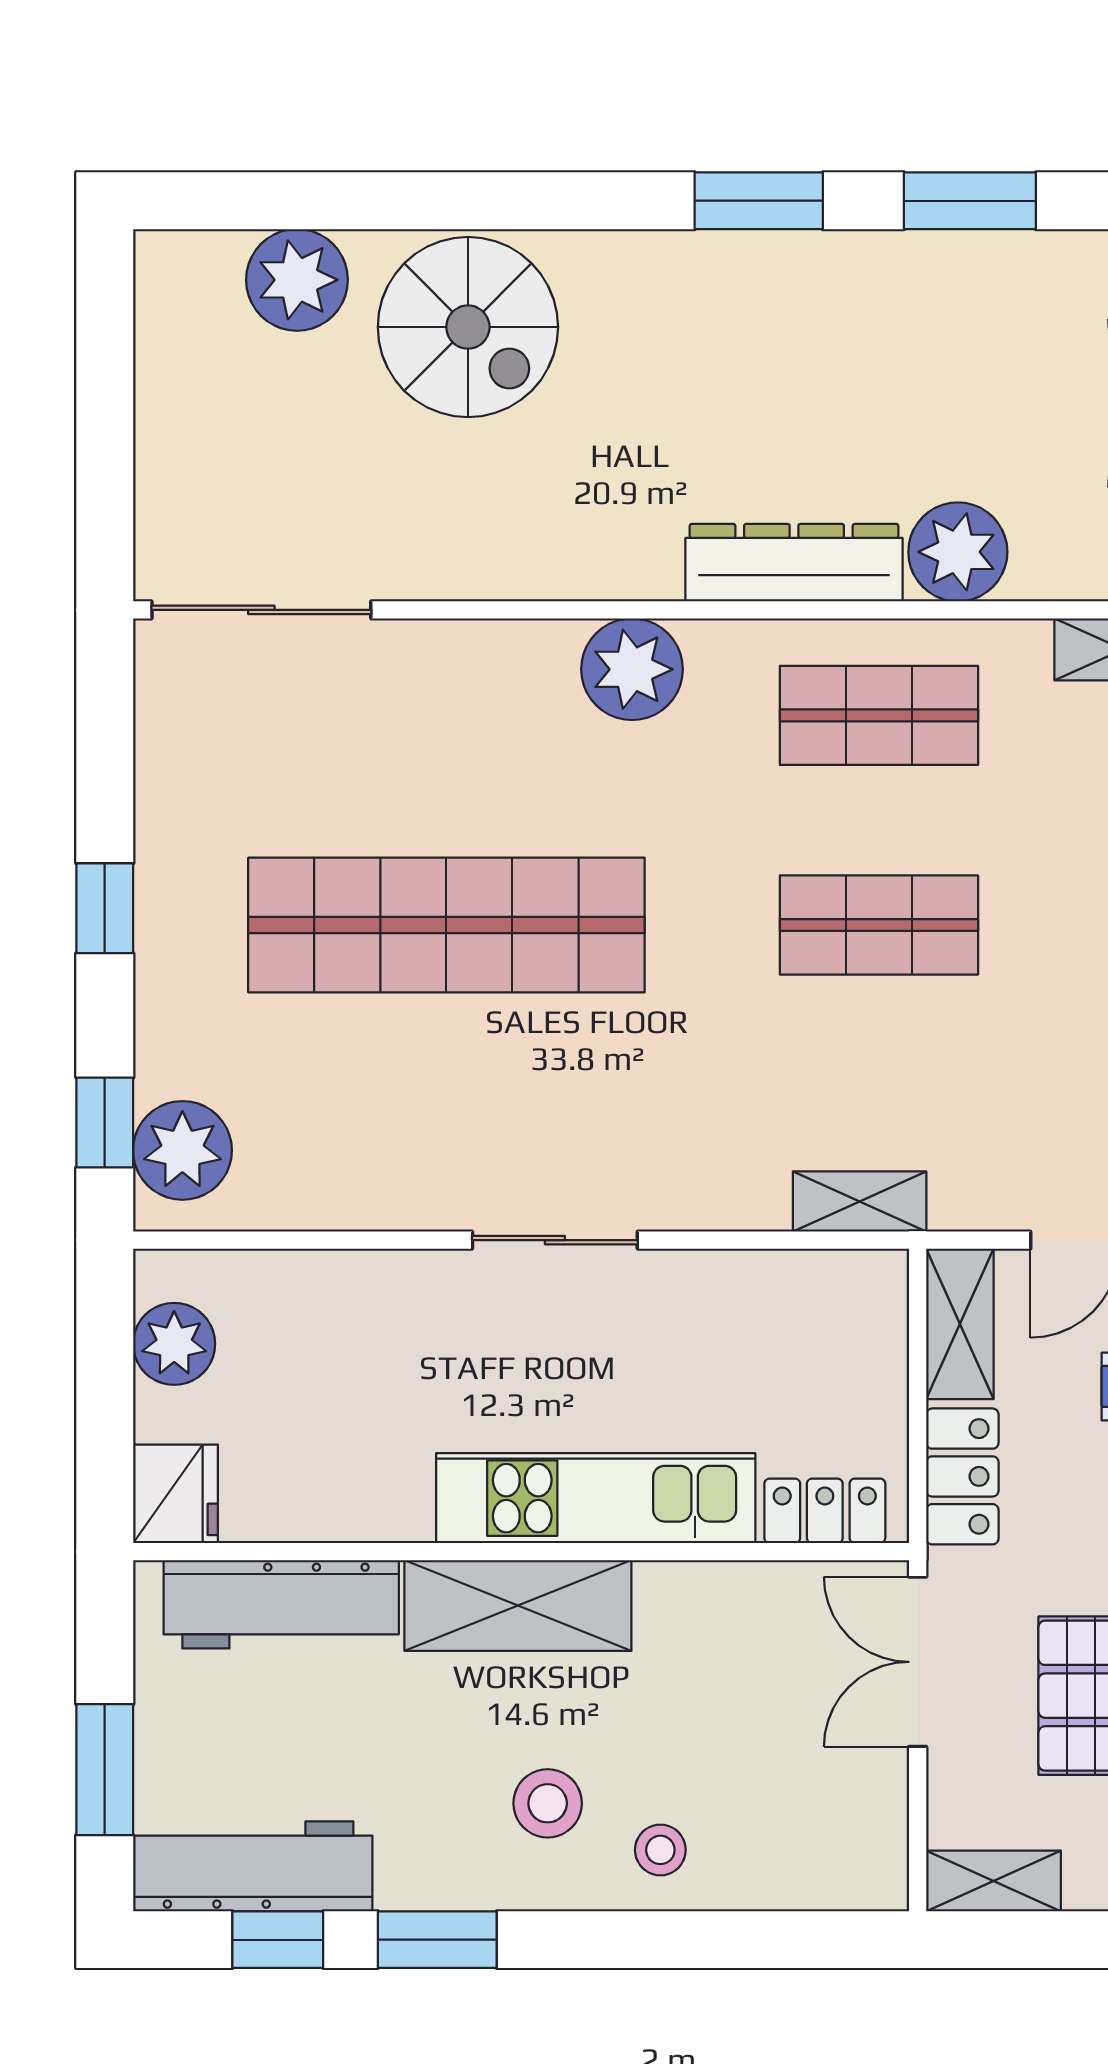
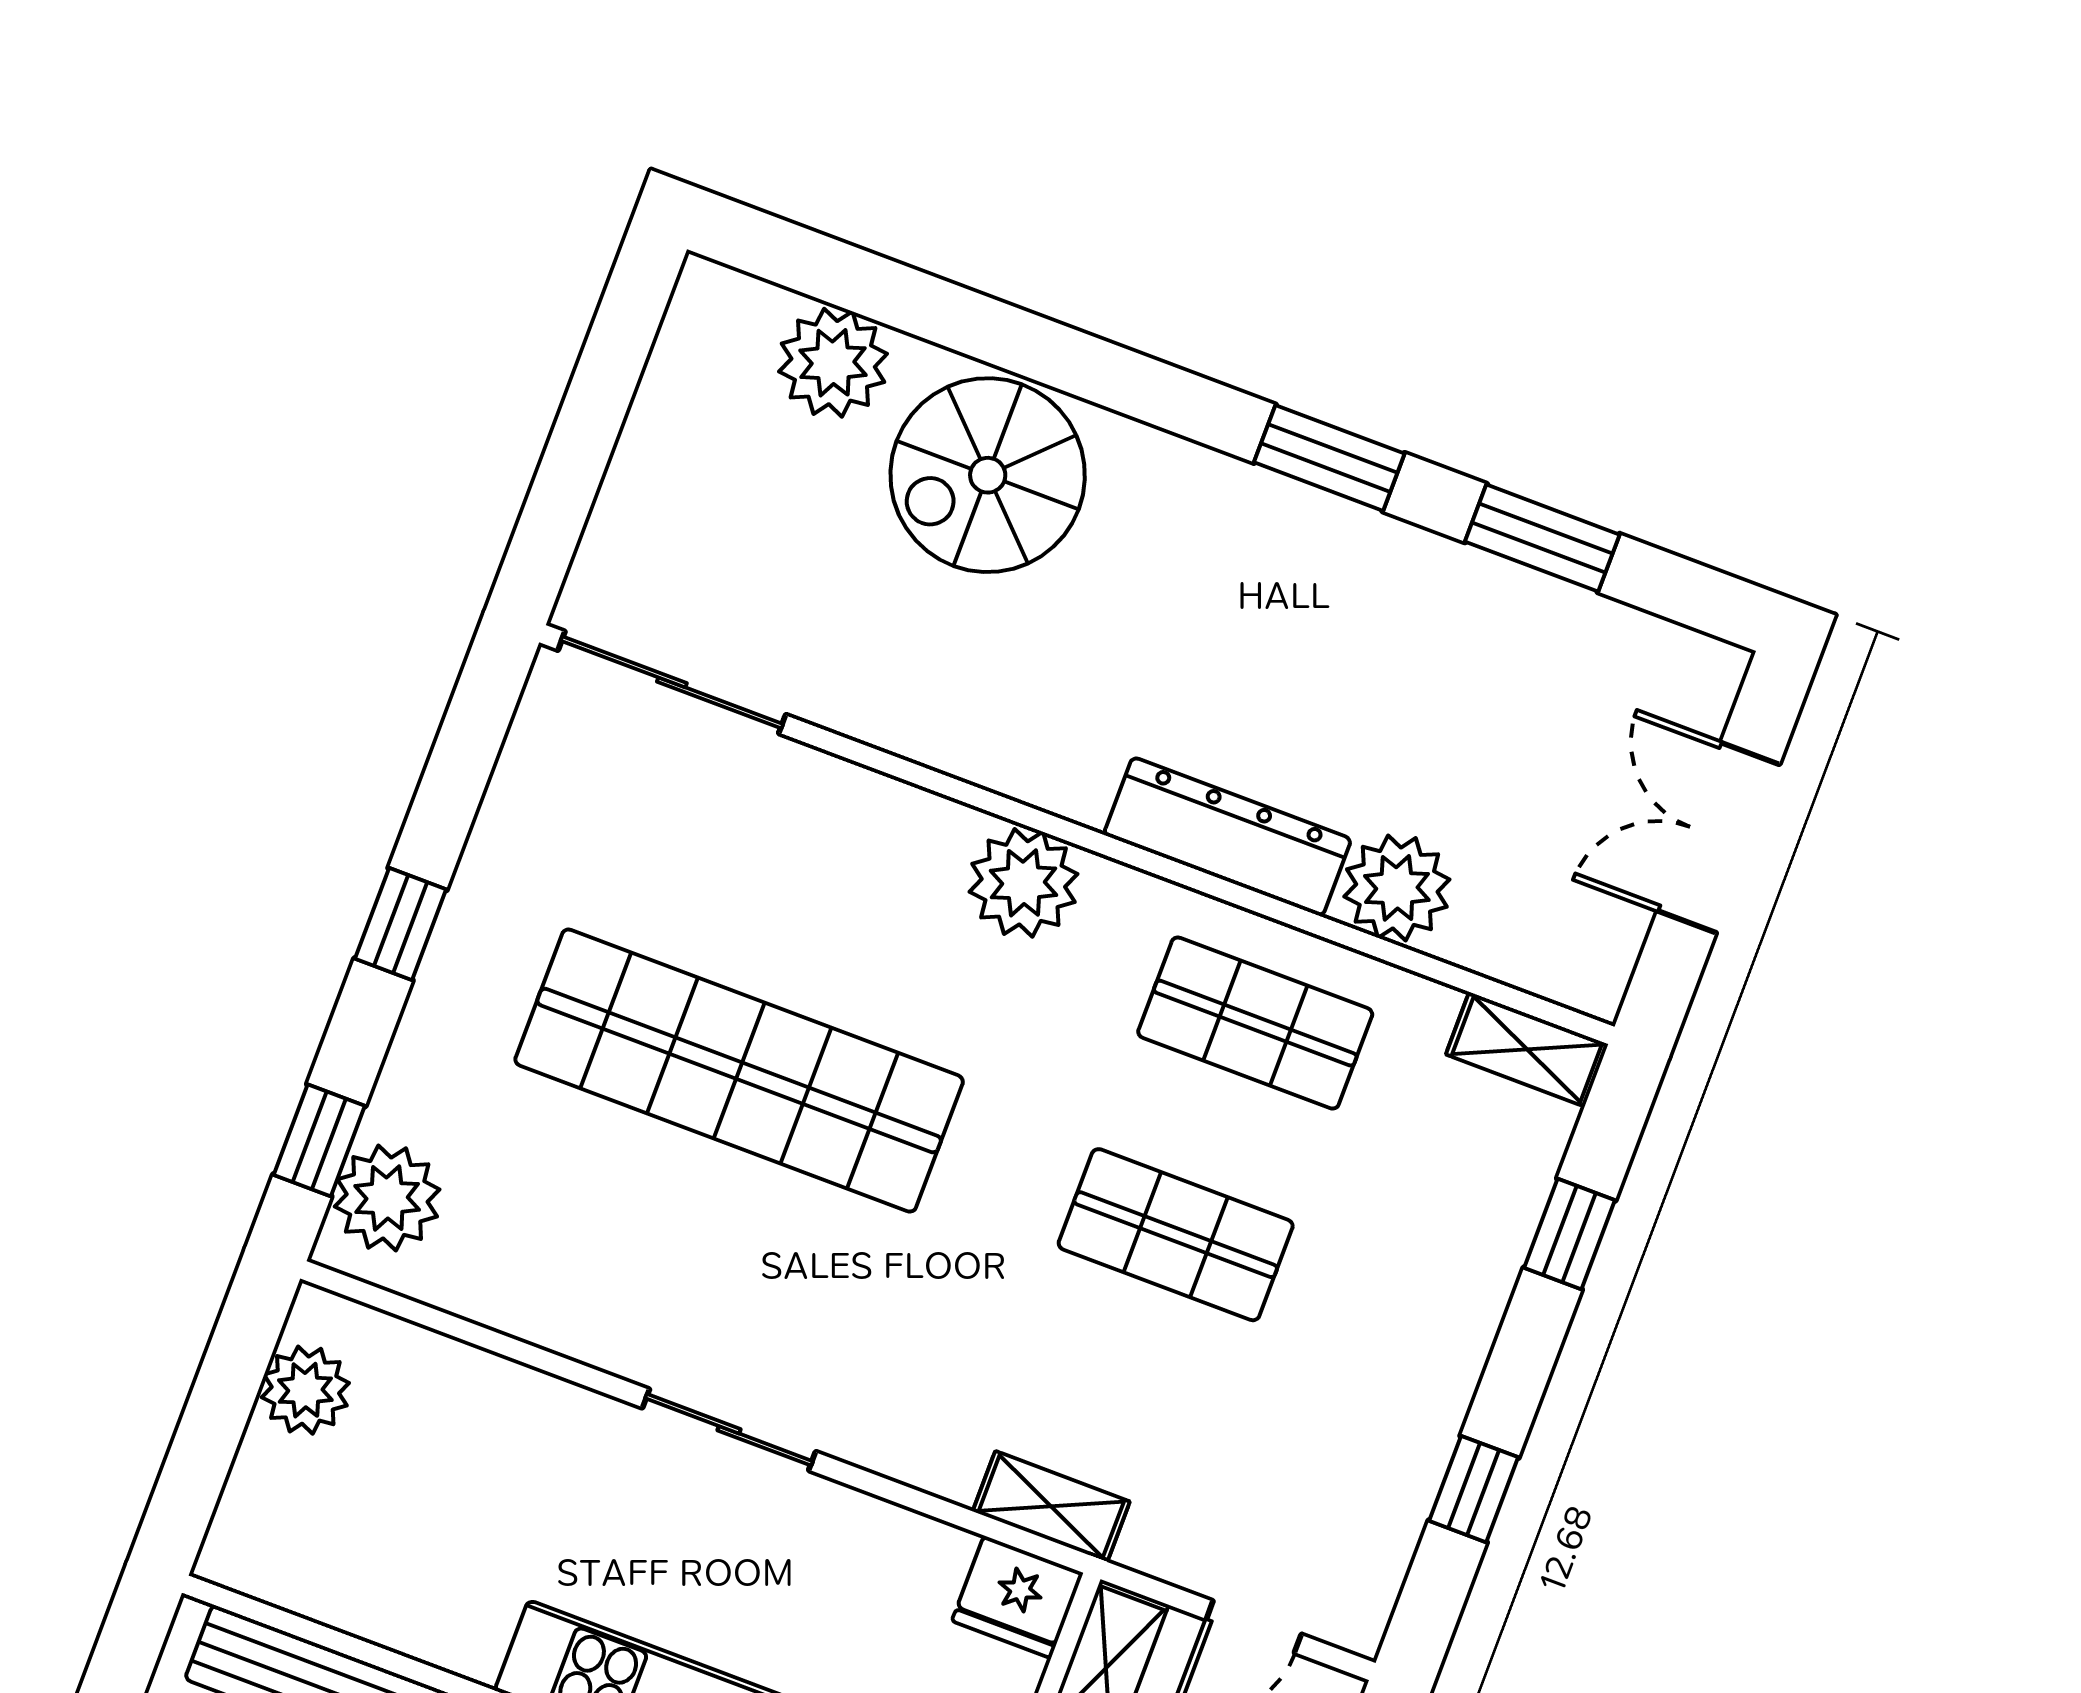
spiral stairs: (468, 327) -> (988, 475), turned 90
fridge: (175, 1494) -> (1017, 1597), moved, turned 90

